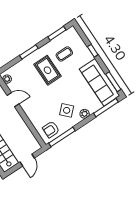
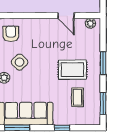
door: (13, 100) -> (66, 16), hinge flipped

